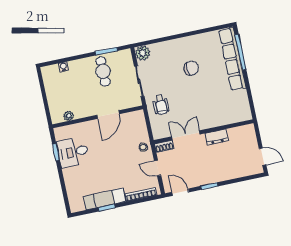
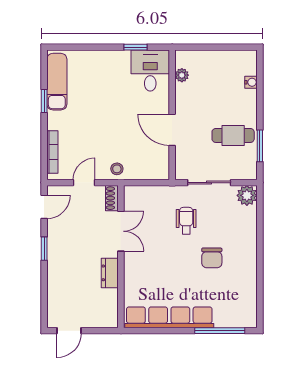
row of seats: (232, 59) -> (169, 317), moved
wheelchair: (161, 105) -> (186, 221), moved, turned 90
desk: (73, 152) -> (150, 71), moved
exam couch: (105, 199) -> (57, 82), moved

